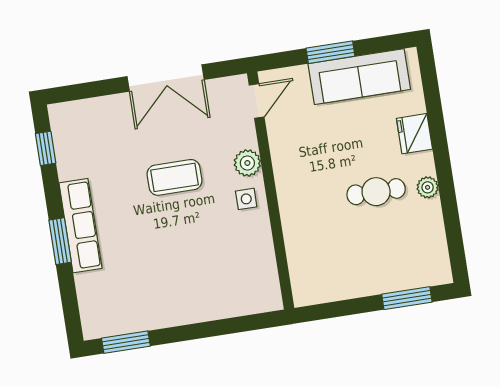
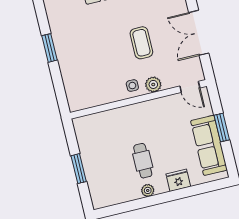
window: (407, 298) -> (79, 169), moved
window: (126, 342) -> (49, 48), moved

